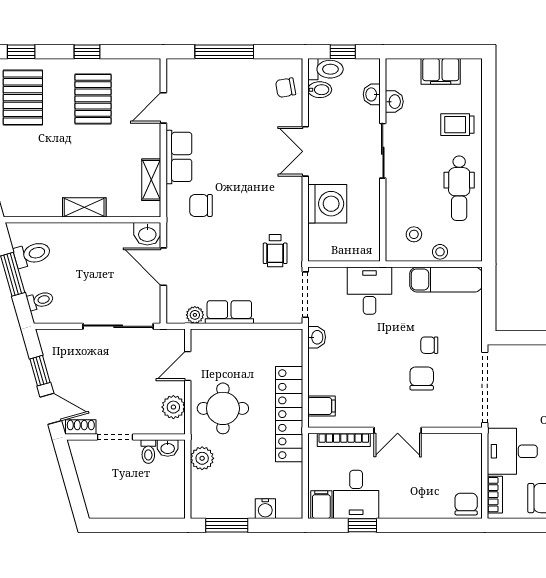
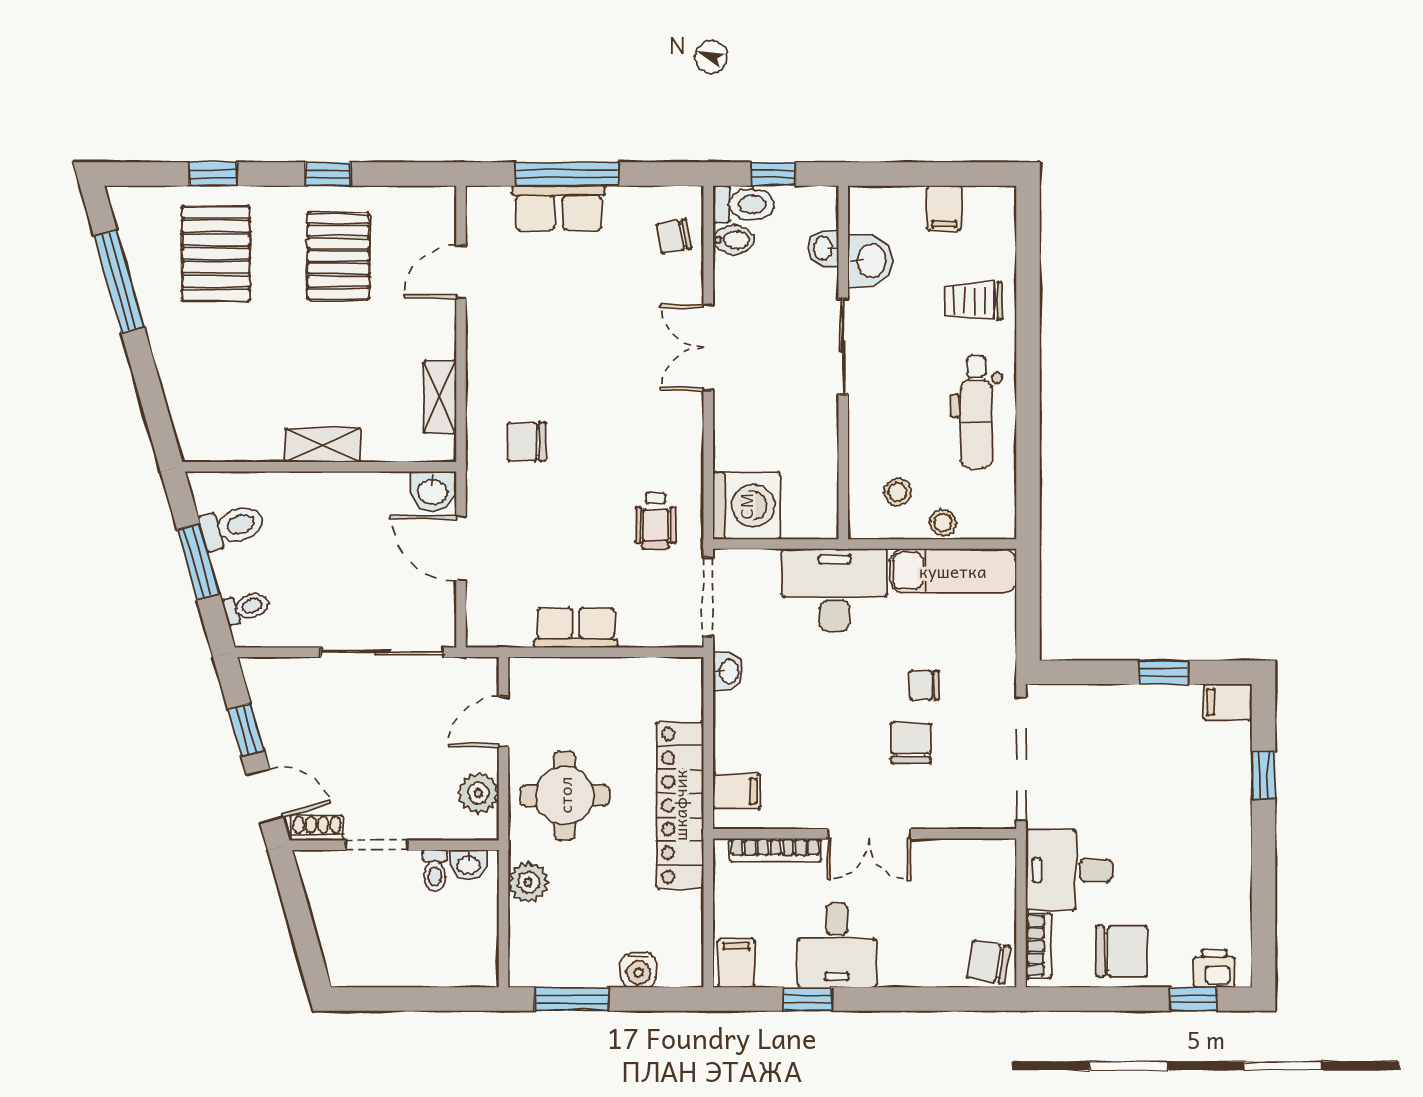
filing cabinet: (441, 71) -> (944, 208), width x0.50
washbasin: (394, 102) -> (870, 261), width x1.38, depth x1.45
row of seats: (179, 157) -> (559, 208), moved, turned 90
washing machine: (327, 204) -> (746, 506), moved
desk: (370, 291) -> (835, 590), width x1.37
plant: (195, 315) -> (516, 632), removed
desk: (356, 494) -> (837, 945), moved
chair: (466, 504) -> (988, 962), turned -81

